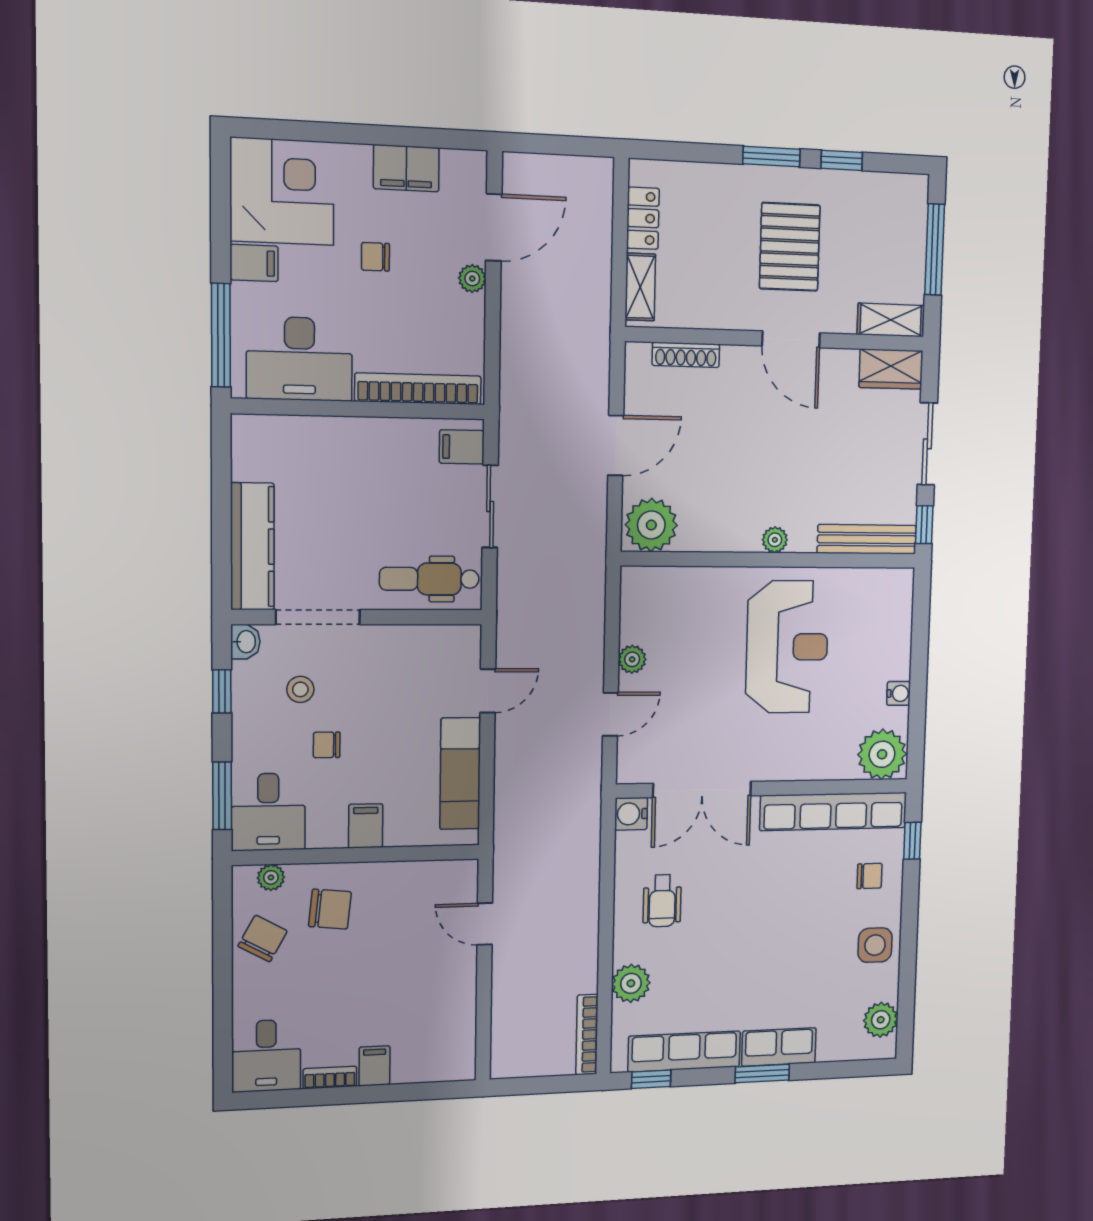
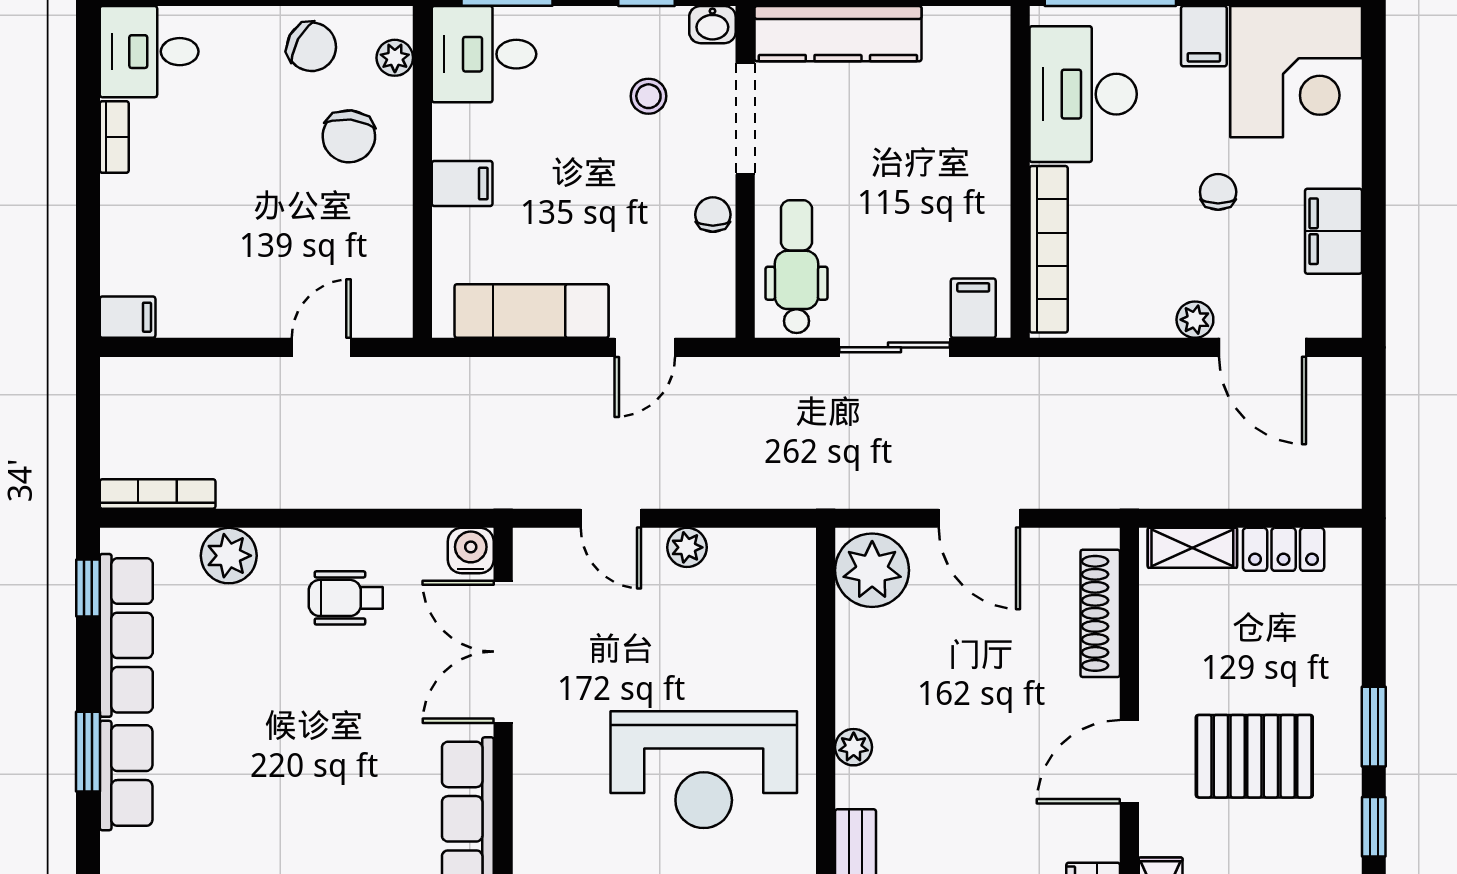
shoe rack: (686, 355) -> (1100, 613), width x1.36, depth x1.24
door: (488, 691) -> (645, 347), hinge flipped
chair: (327, 745) -> (713, 215), moved
filing cabinet: (374, 1066) -> (128, 317), moved

